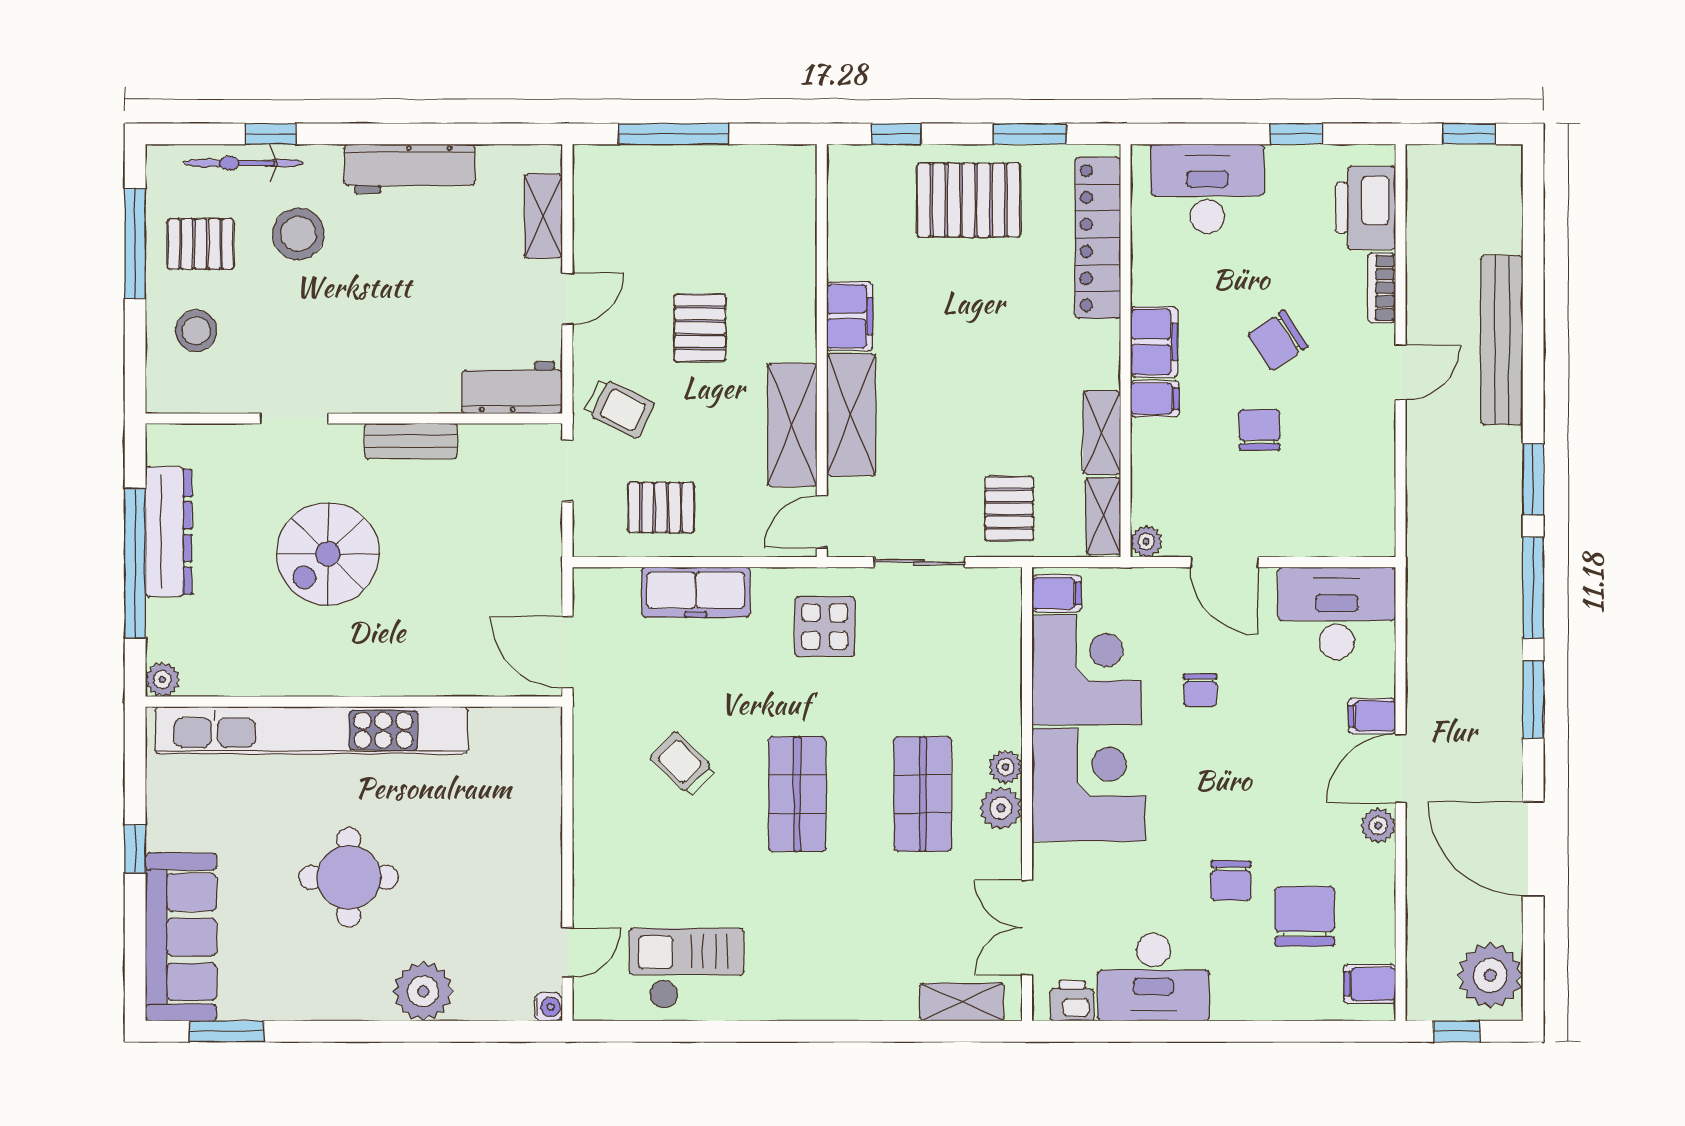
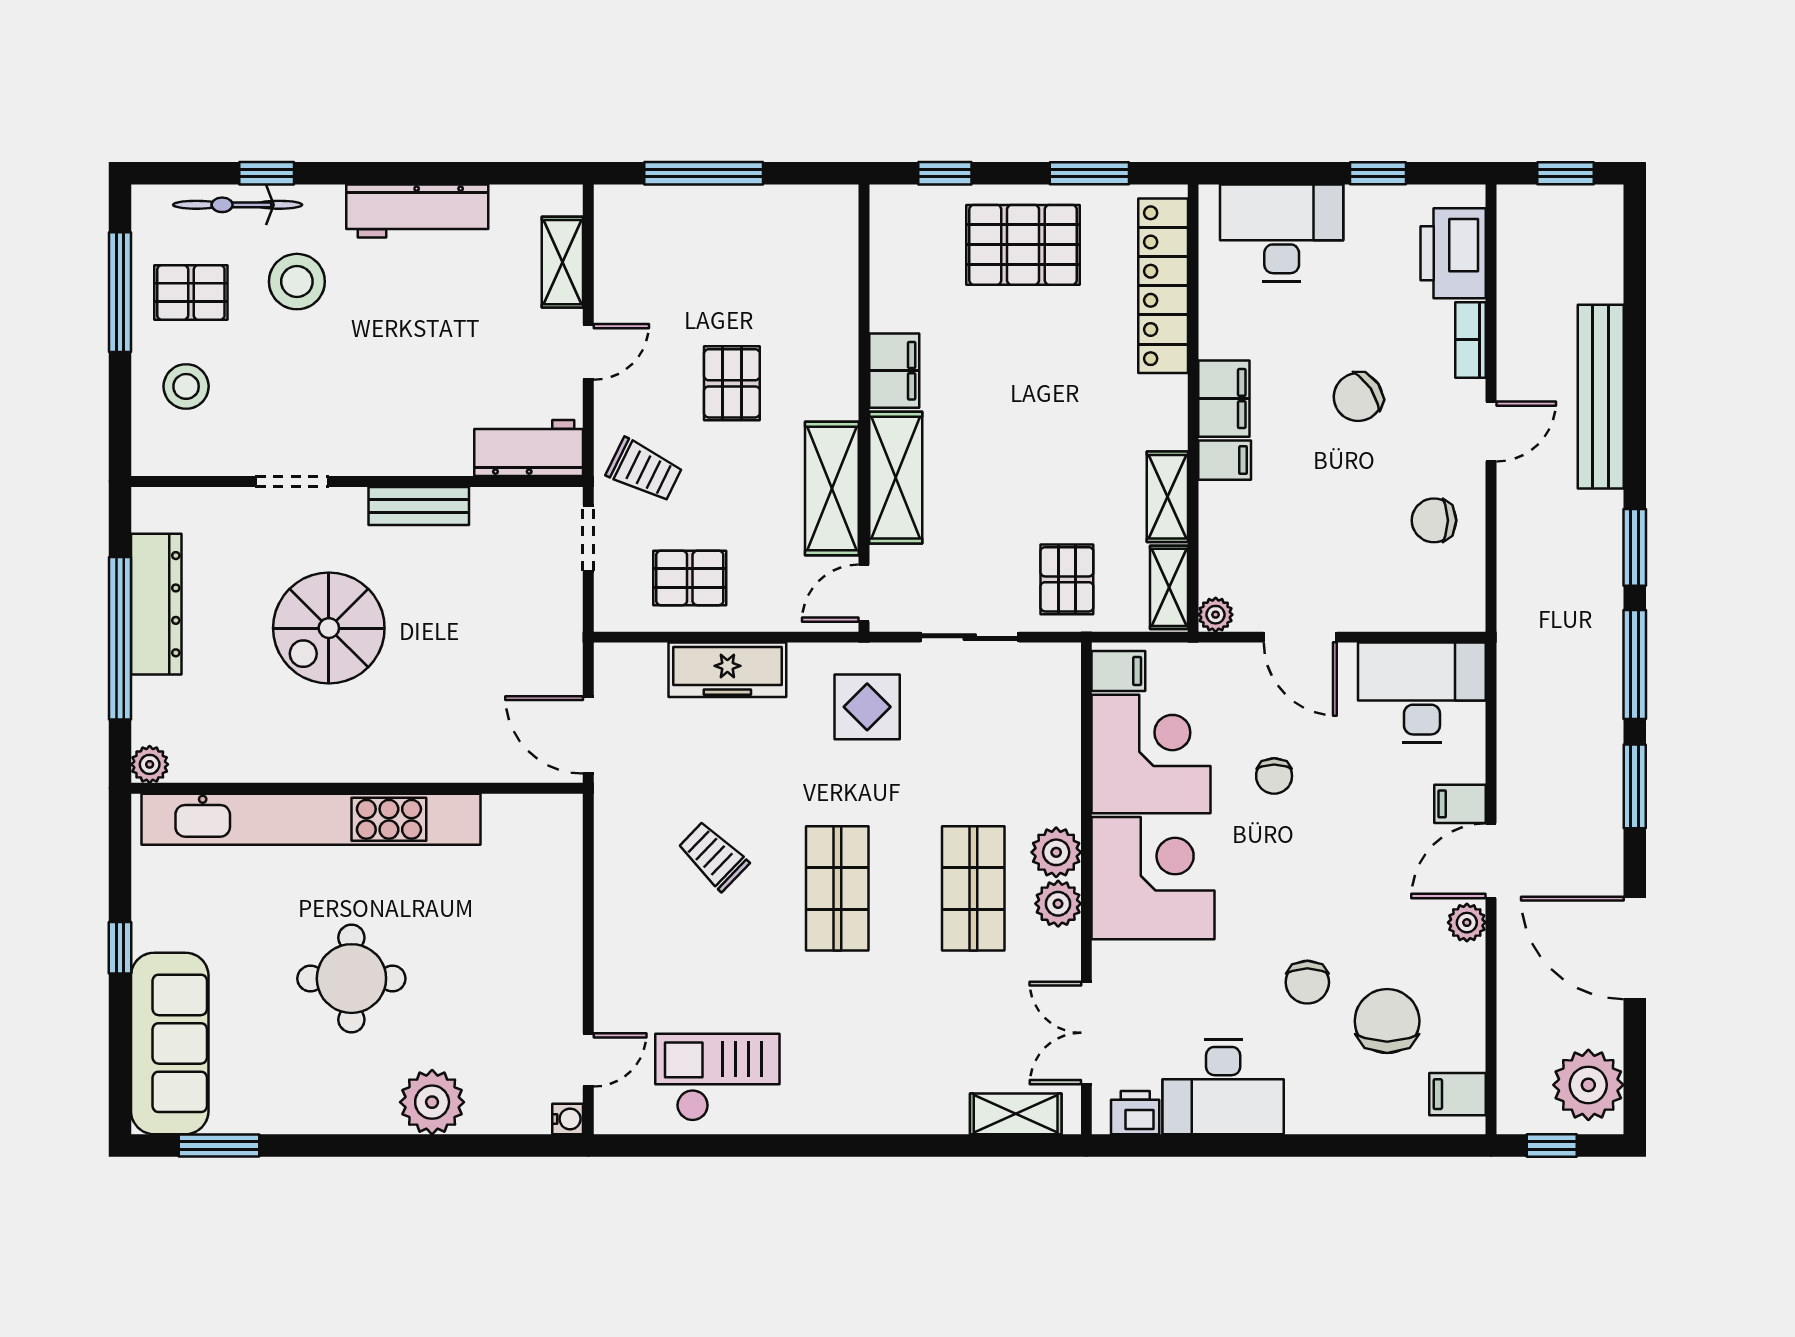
chair: (1260, 430) -> (1434, 520), moved, turned -90
plant: (1005, 767) -> (1056, 852), width x1.38, depth x1.38

